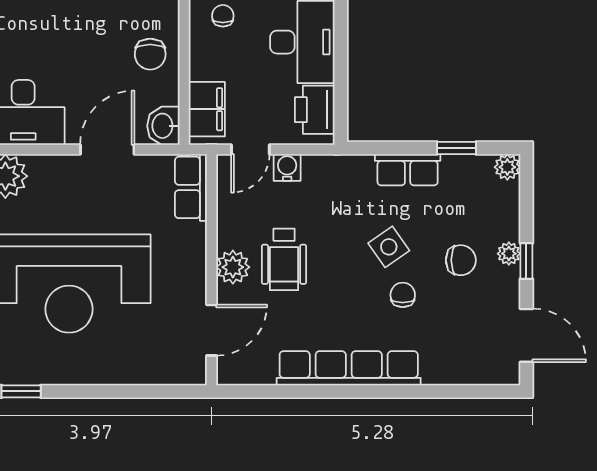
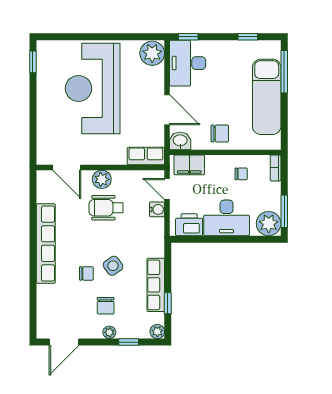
chair: (150, 54) -> (220, 134), turned 180
row of seats: (408, 170) -> (156, 285), width x1.48
window: (526, 261) -> (129, 342), moved

